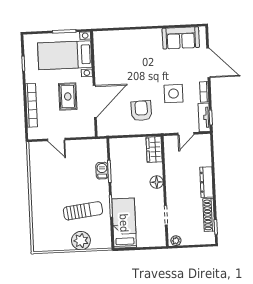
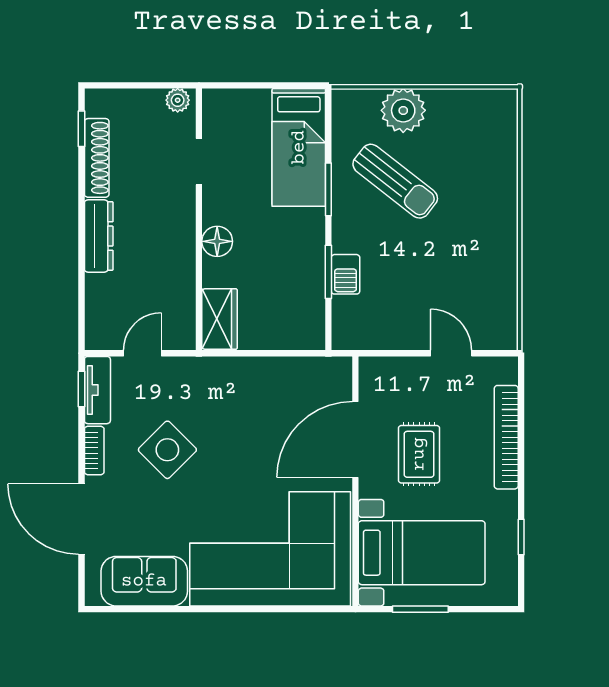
corner sofa: (129, 54) -> (270, 549), added
side table: (174, 94) -> (167, 450), turned 45
armchair: (141, 111) -> (246, 412), removed
sun lounger: (83, 211) -> (395, 181), turned -135

